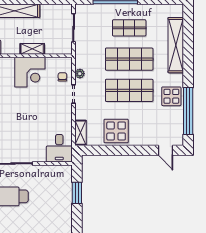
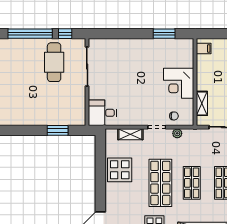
shelving: (32, 49) -> (202, 103), moved
shop shelf: (129, 59) -> (192, 183), width x0.70, depth x0.74
shelving: (81, 133) -> (130, 134), moved

